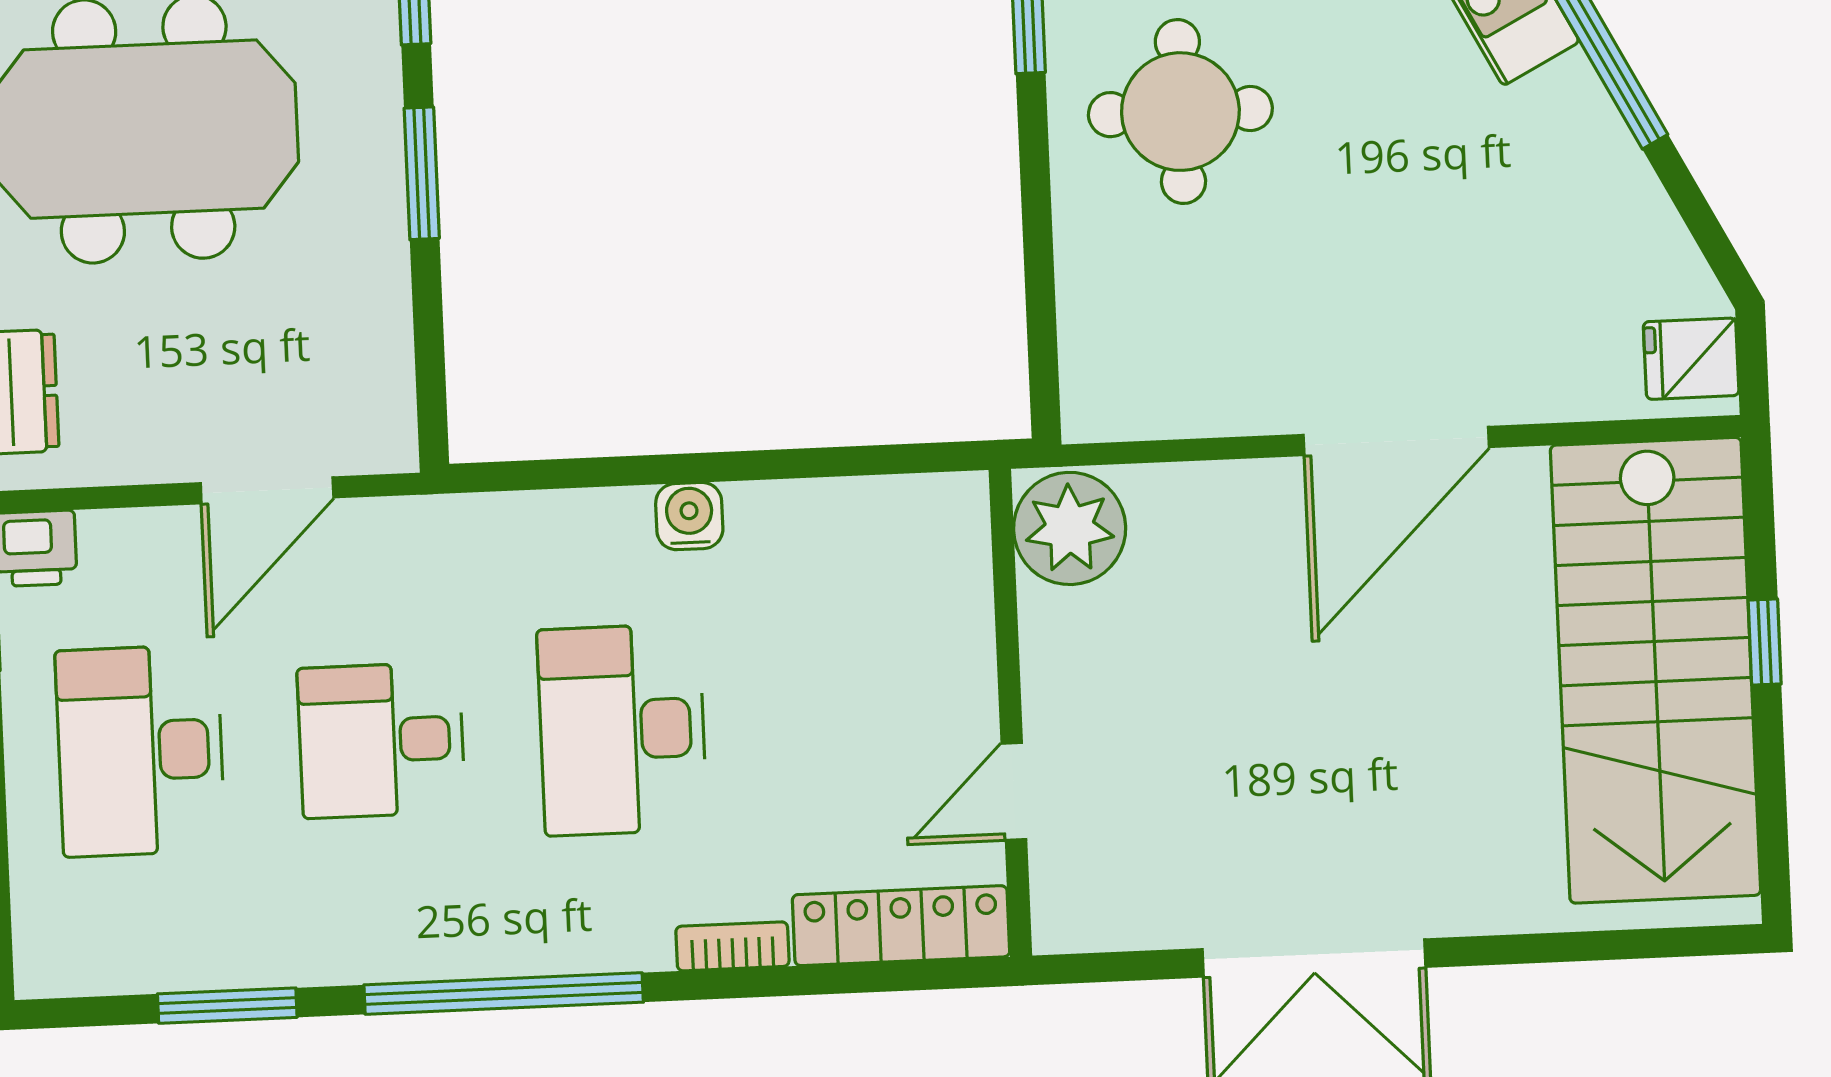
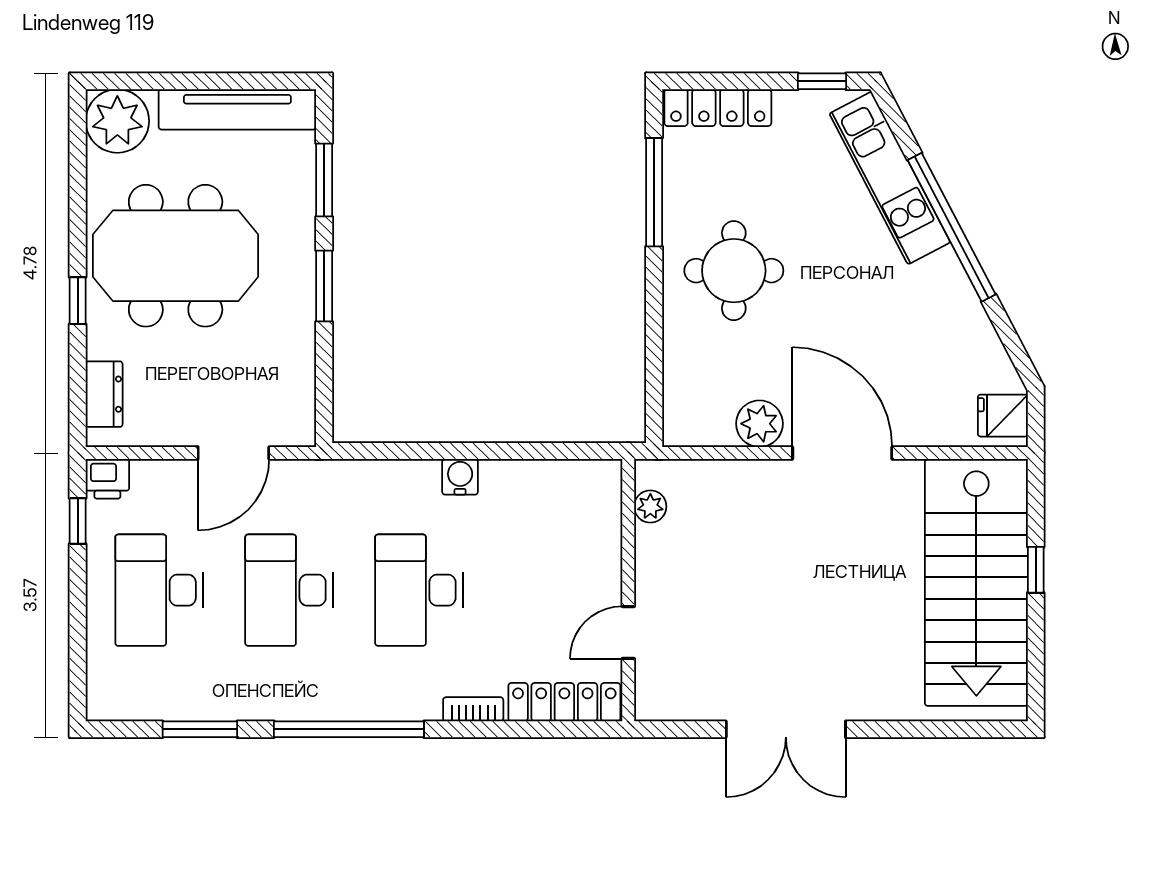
plant: (1240, 393) -> (759, 424), added
door: (1396, 441) -> (842, 453), swing flipped
plant: (1070, 528) -> (650, 506), width x0.53, depth x0.53
desk: (381, 740) -> (289, 590), width x1.37

